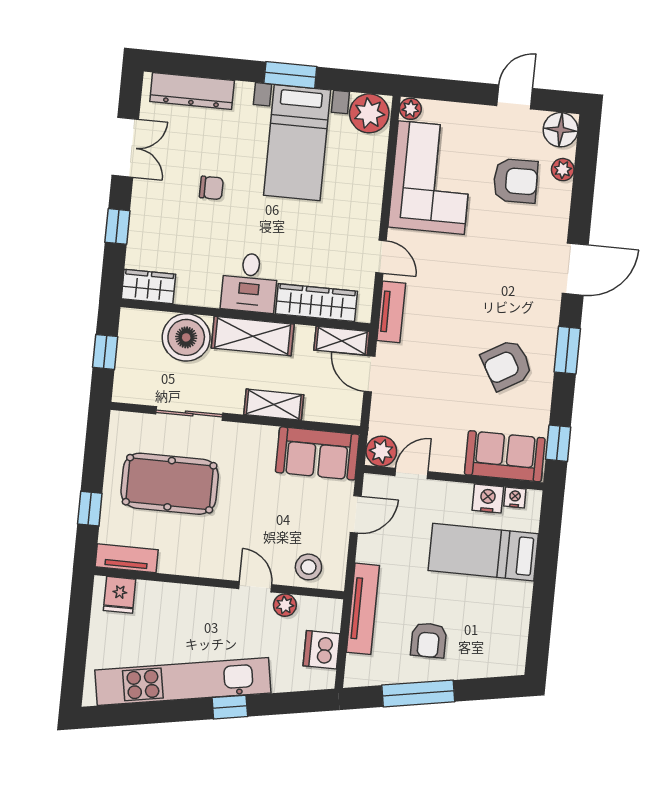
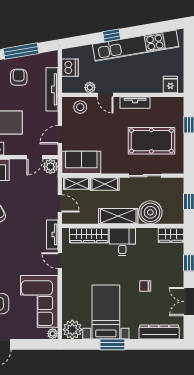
shelving: (342, 341) -> (77, 184), moved
tv unit: (127, 558) -> (135, 103), moved

